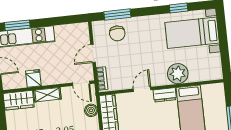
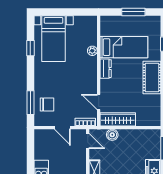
plant: (178, 74) -> (92, 51), width x0.53, depth x0.53
door: (81, 83) -> (88, 141), hinge flipped
door: (142, 89) -> (99, 102), moved

